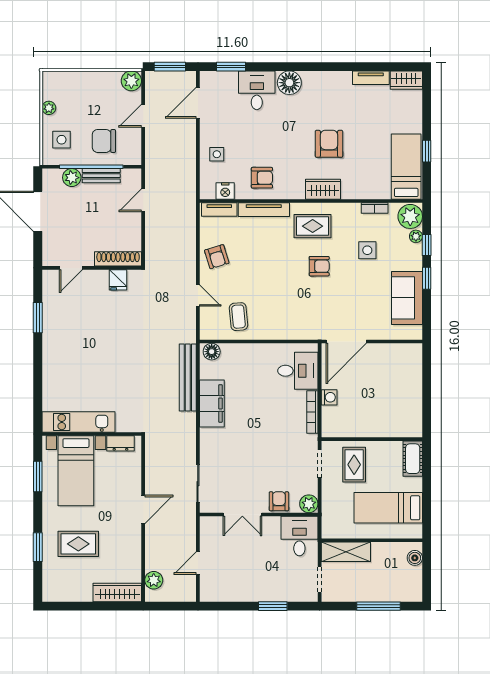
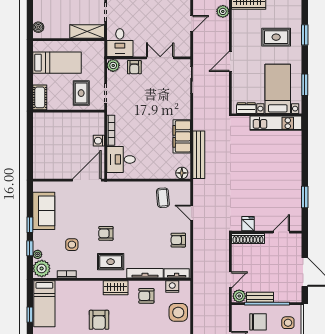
side table: (217, 154) -> (178, 312), width x1.87, depth x1.87
plant: (72, 178) -> (239, 296), moved
wardrobe: (323, 189) -> (116, 288), moved
armchair: (217, 257) -> (178, 240), turned -73

